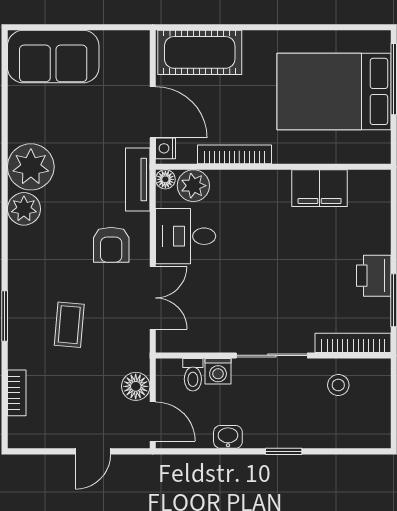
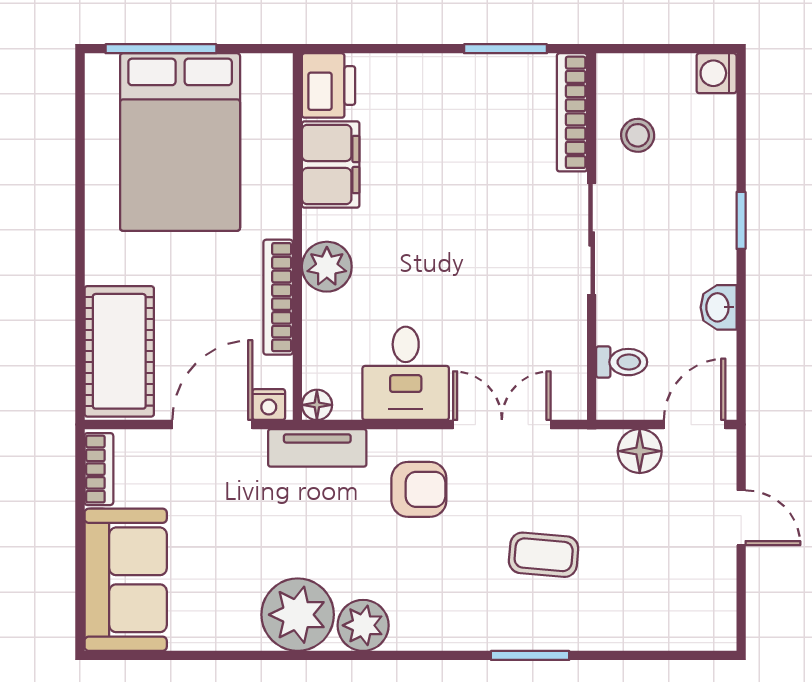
plant: (193, 186) -> (327, 267), moved
printer: (374, 276) -> (329, 85), moved, turned -90
washing machine: (218, 371) -> (717, 73), moved, turned 180
bookcase: (17, 393) -> (99, 469), moved, turned 90

